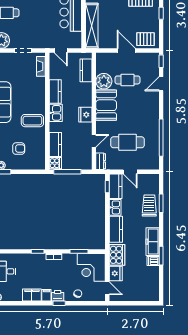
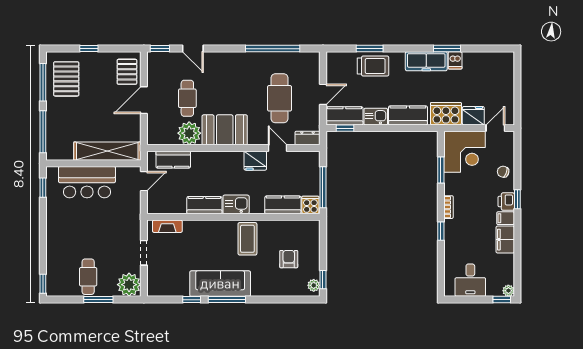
door: (61, 51) -> (144, 181), moved
fridge: (85, 115) -> (255, 161), moved
trolley: (149, 206) -> (373, 66), turned 180

